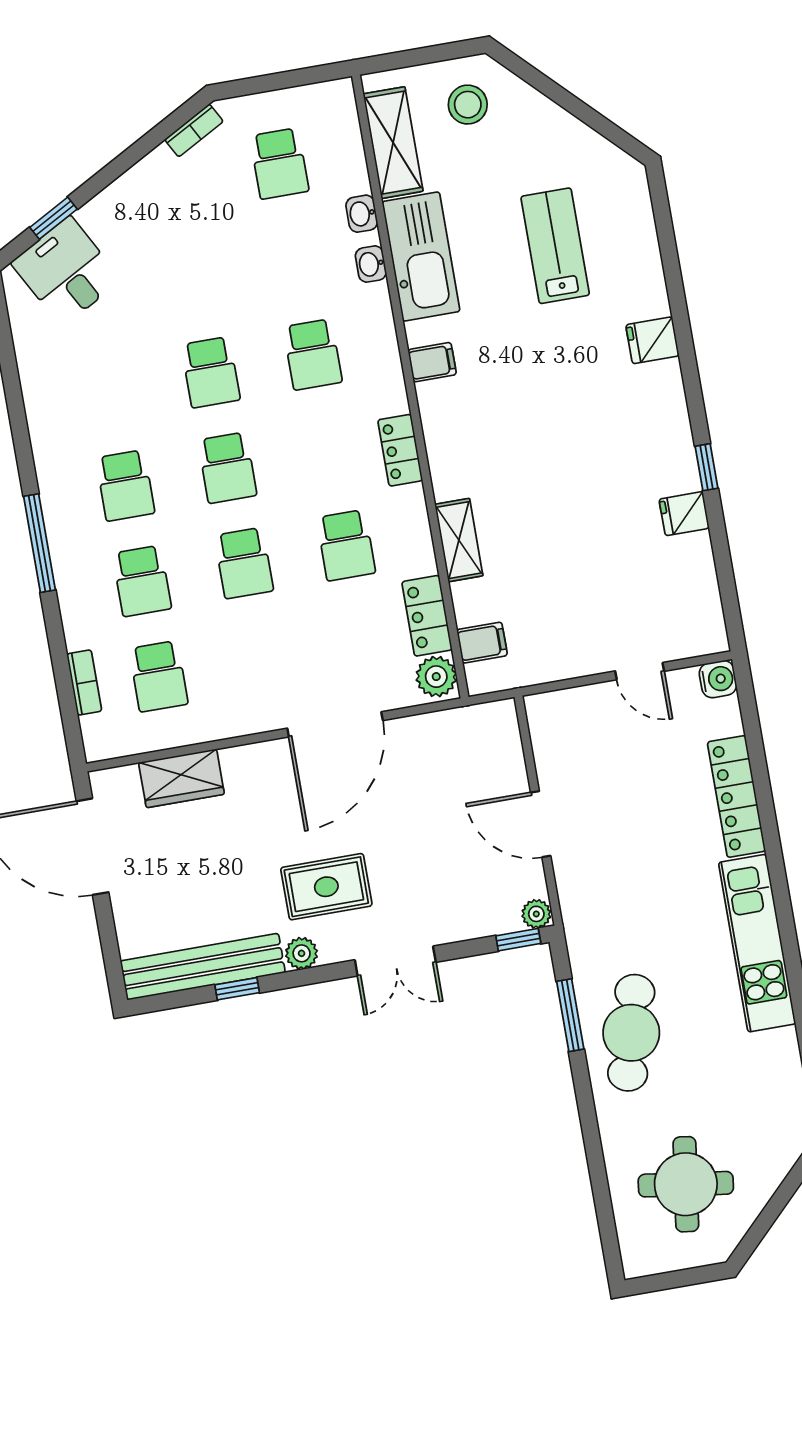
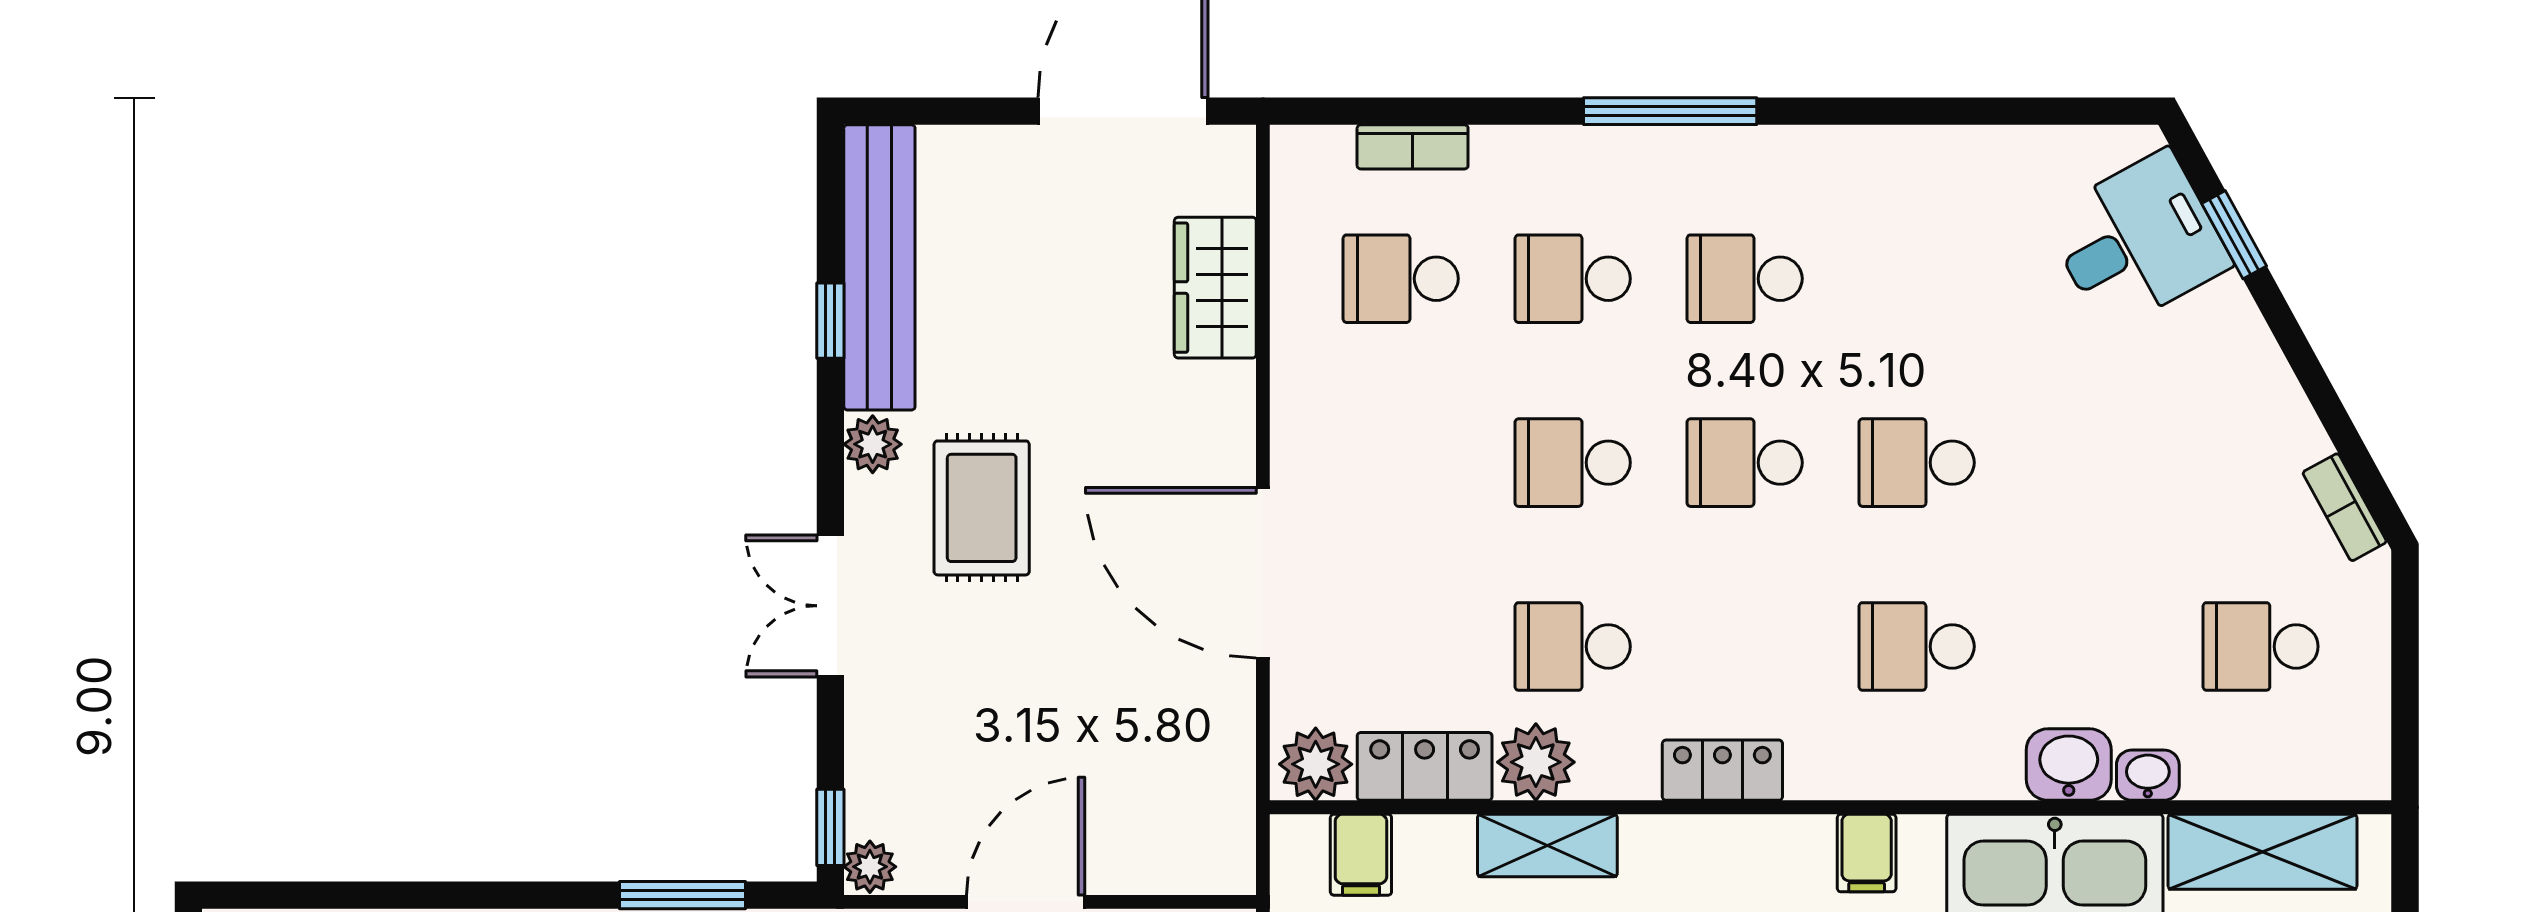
washbasin: (371, 264) -> (2069, 765), width x1.38, depth x1.45
plant: (414, 555) -> (1536, 762), added

